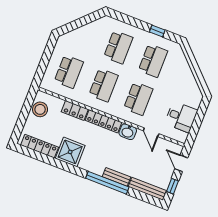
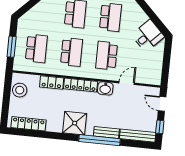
window: (44, 63) -> (12, 47), added
school desk: (138, 99) -> (107, 56), turned 180
desk: (181, 117) -> (148, 36), moved, turned -45
door: (151, 132) -> (127, 83), swing flipped
shower: (70, 152) -> (75, 123), moved

